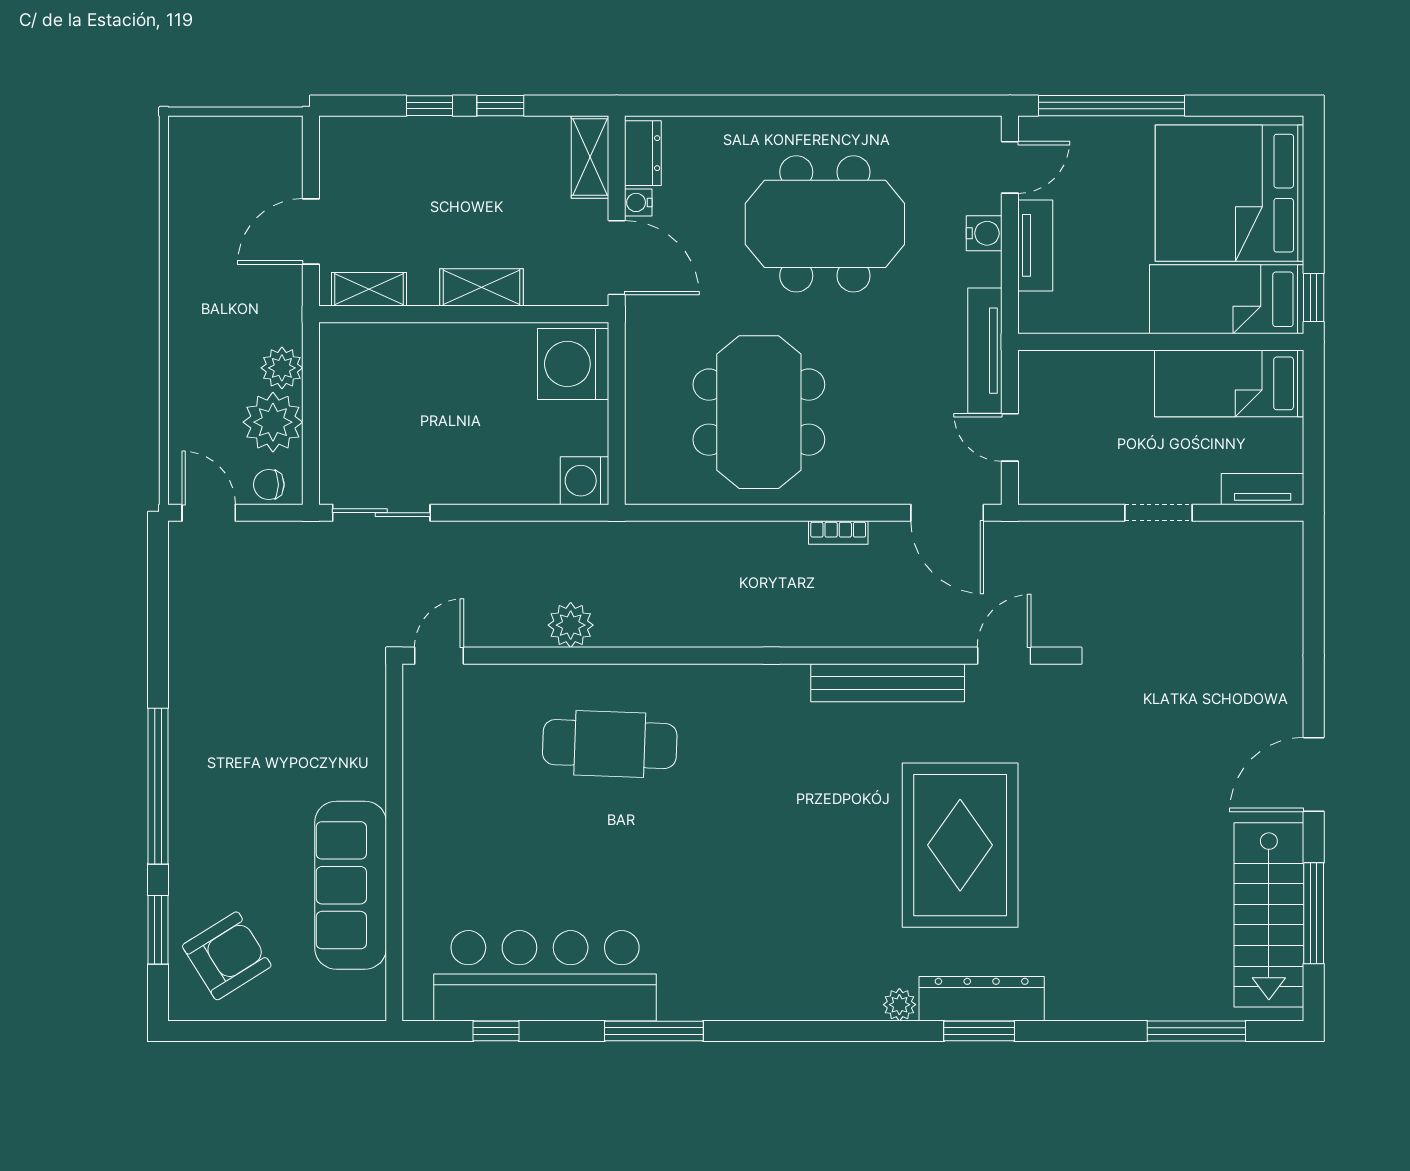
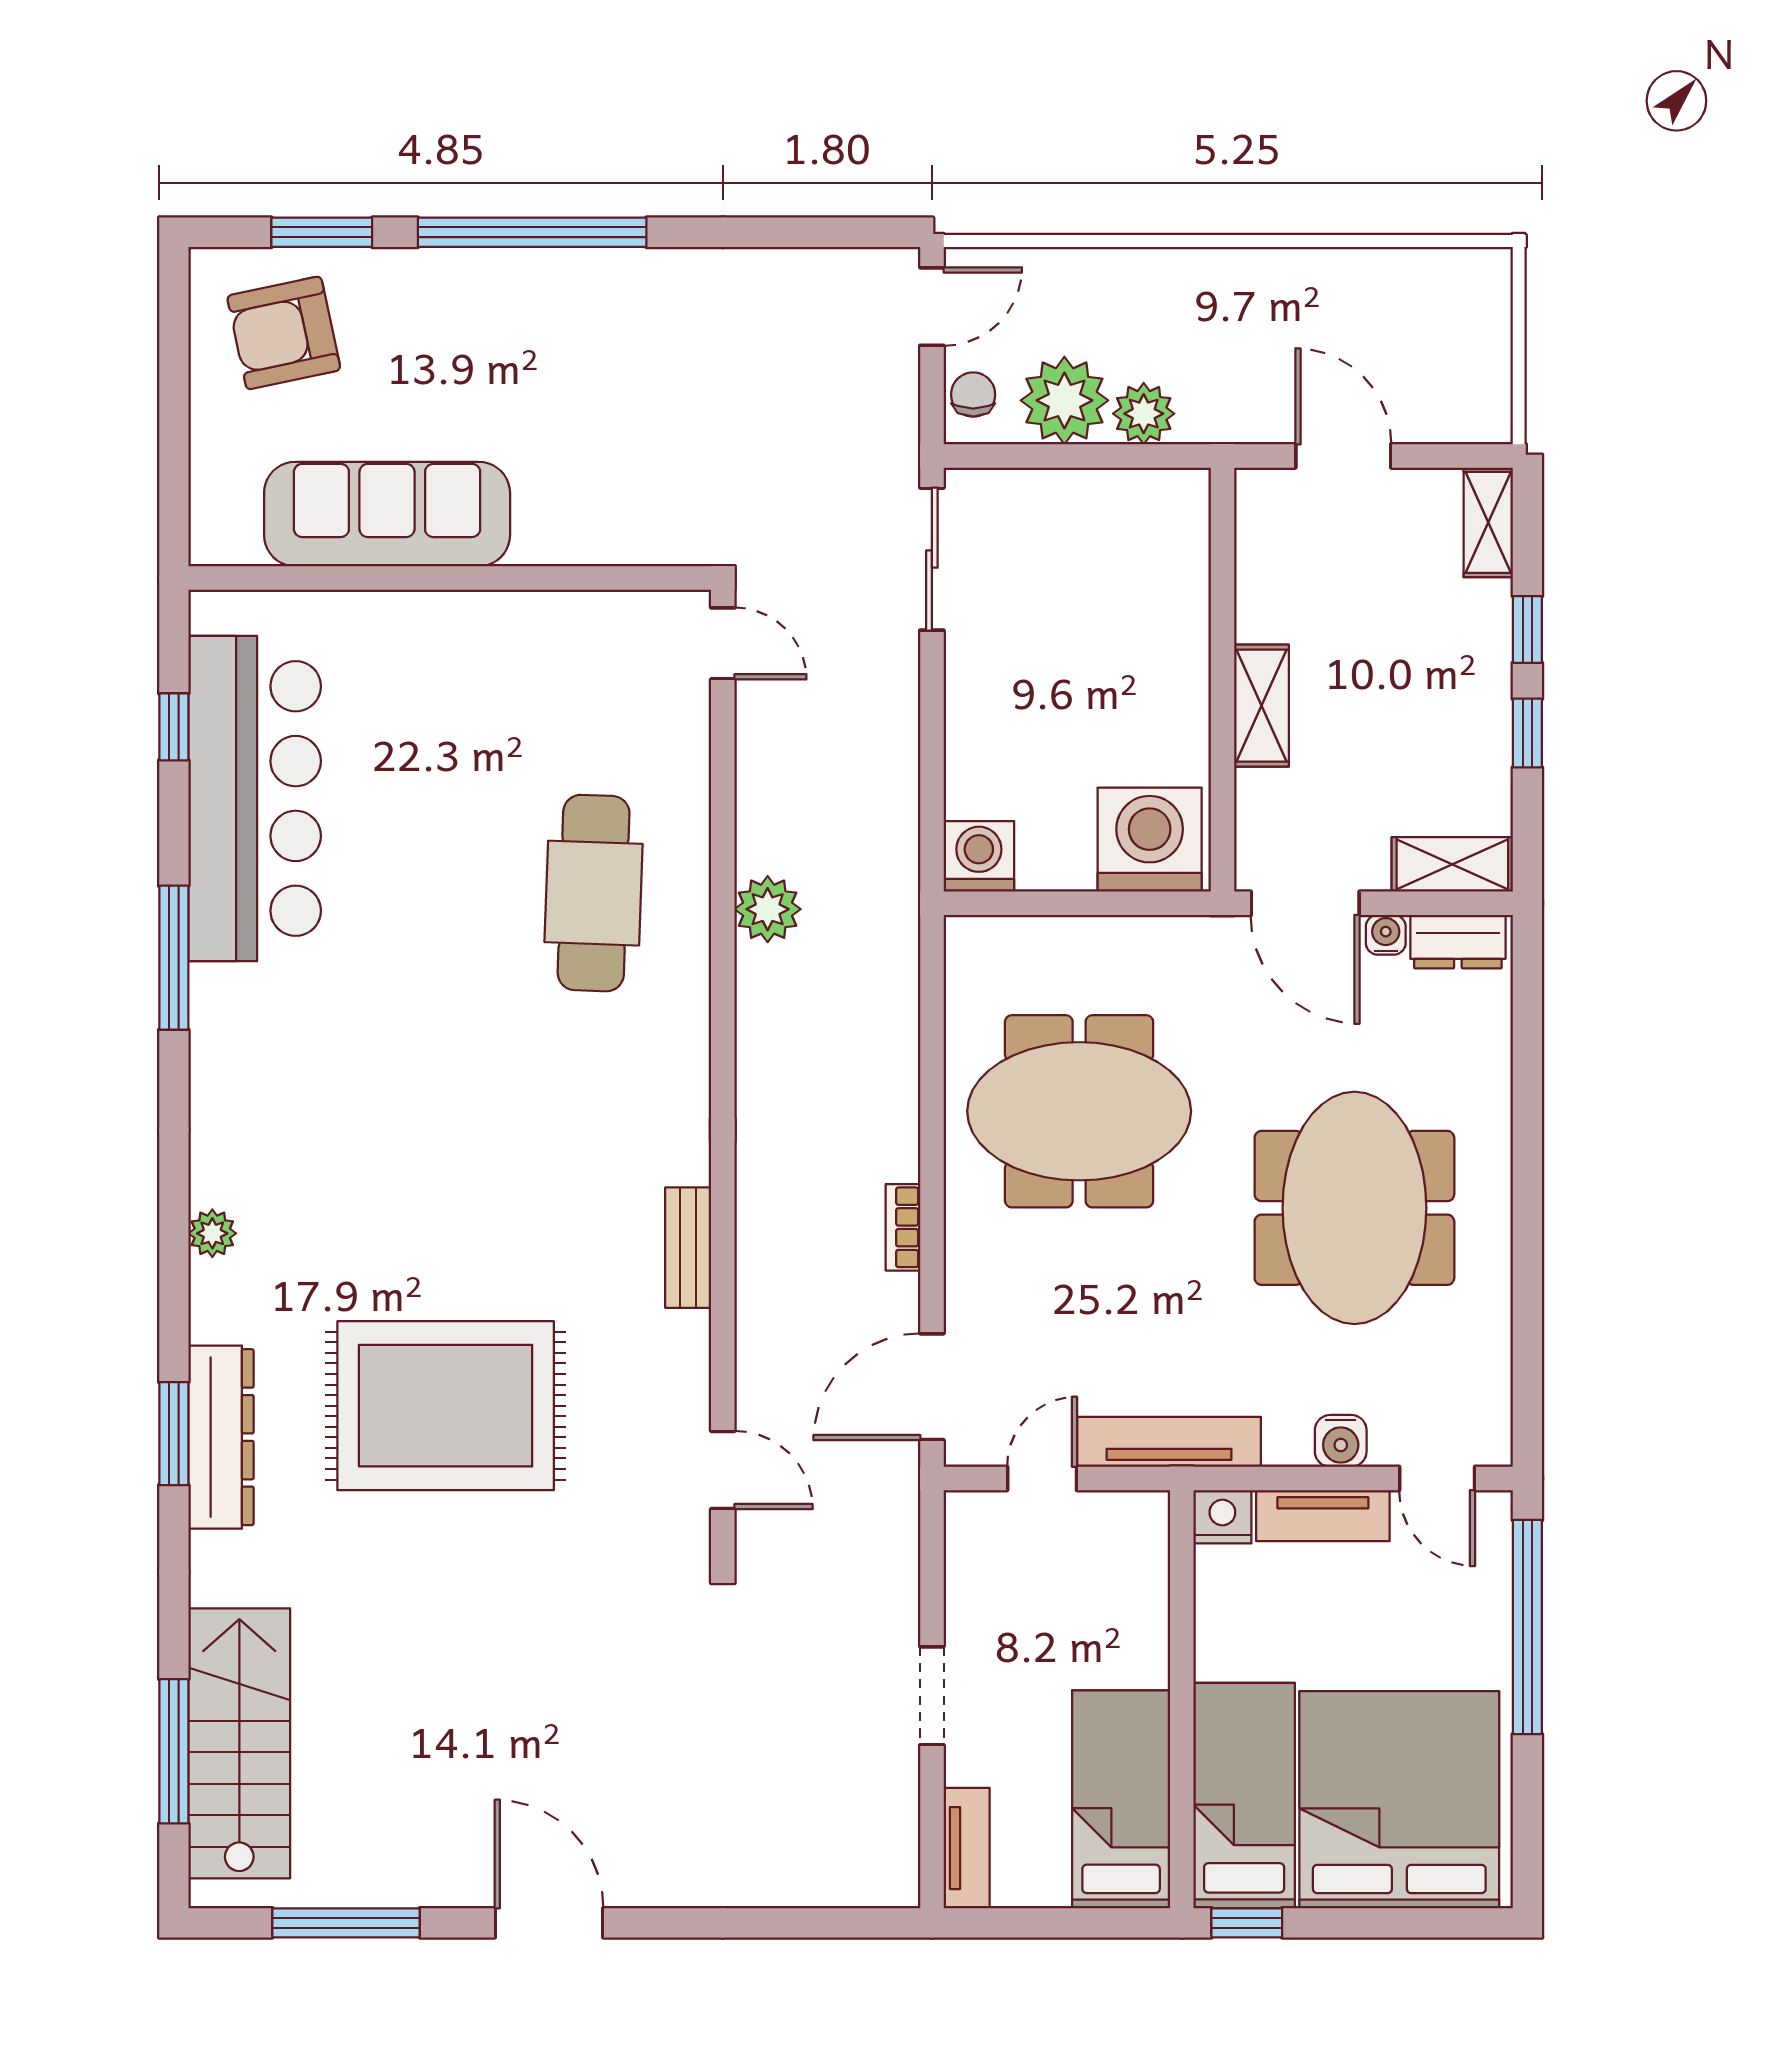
door: (617, 258) -> (1305, 903), hinge flipped
shelving: (369, 289) -> (1488, 522), moved
nightstand: (1036, 314) -> (1222, 1517), added
plant: (571, 625) -> (768, 909), moved
bench: (888, 683) -> (688, 1248), width x0.54, depth x0.82
stairs: (1269, 915) -> (239, 1743), moved, turned 90
armchair: (227, 956) -> (284, 333), turned 110
plant: (899, 1005) -> (212, 1233), moved

